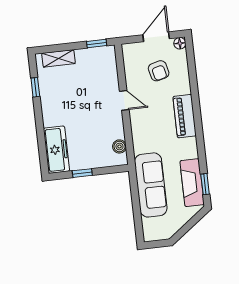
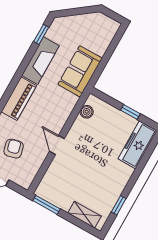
window: (97, 44) -> (46, 205), width x1.50
fireplace: (192, 183) -> (41, 61), moved
sofa: (151, 185) -> (80, 71), width x0.73

